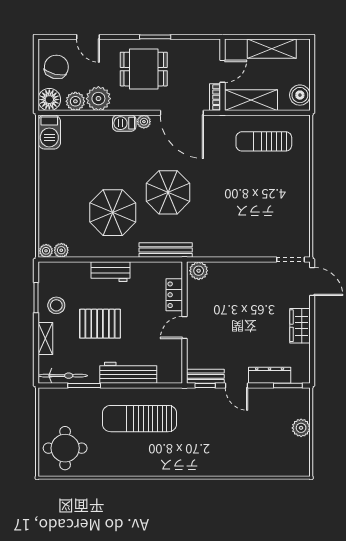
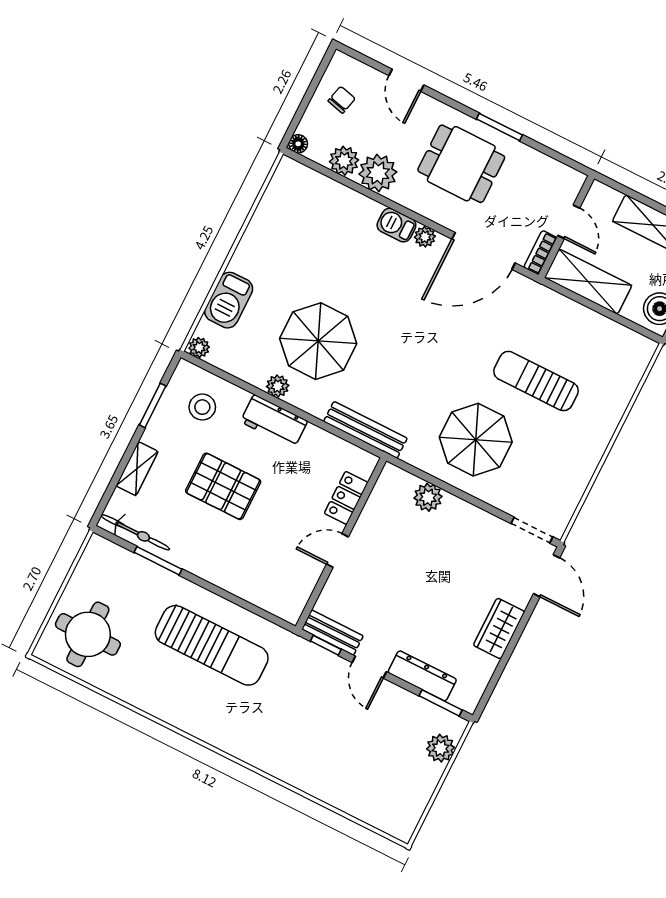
chair: (56, 67) -> (342, 100), width x0.54, depth x0.54
door: (222, 71) -> (569, 222), hinge flipped
floor lamp: (49, 100) -> (298, 144), width x0.53, depth x0.53
door: (182, 113) -> (484, 251), hinge flipped
barbecue: (49, 132) -> (229, 300), moved
sun lounger: (264, 141) -> (536, 381), moved
parasol: (168, 192) -> (476, 440), moved
plant: (61, 250) -> (278, 386), moved
plant: (199, 271) -> (428, 497), moved
stool: (56, 305) -> (202, 407), moved
workbench: (128, 373) -> (228, 574), removed
sun lounger: (139, 419) -> (212, 645), turned 180
plant: (301, 428) -> (441, 748), moved

